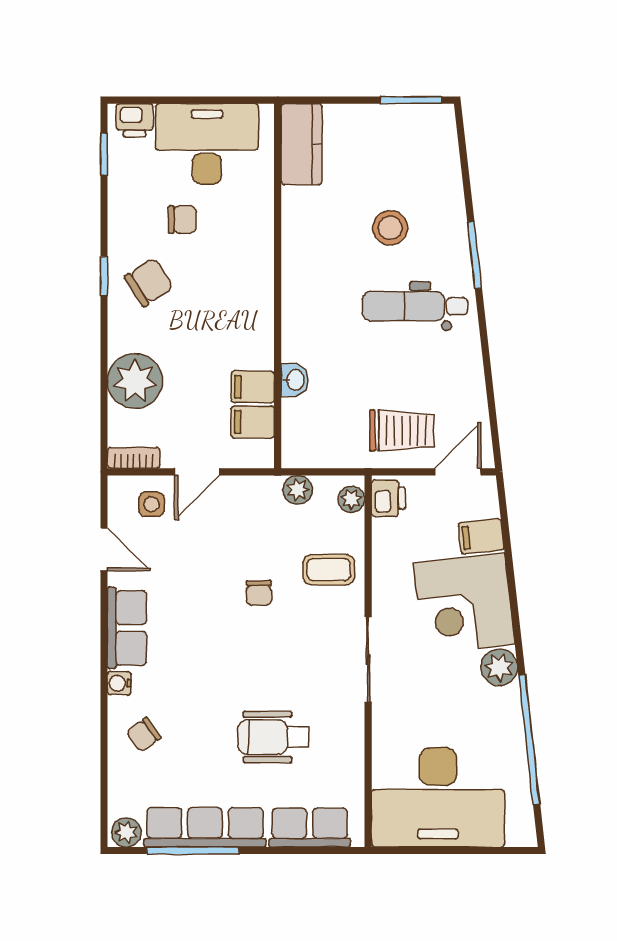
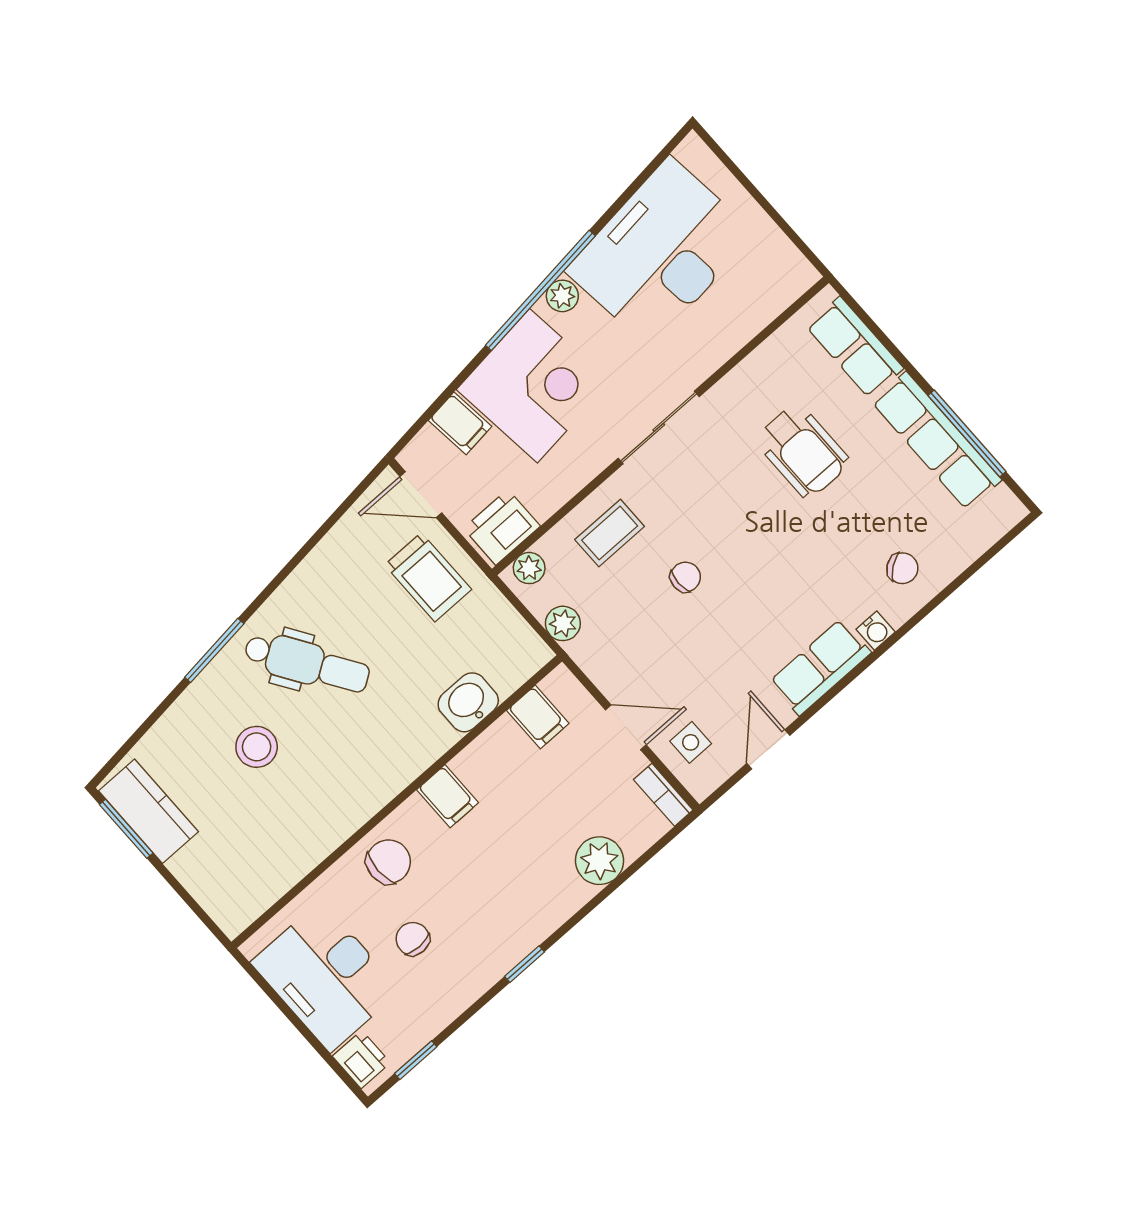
kitchen counter: (302, 144) -> (148, 811), moved, turned 90
chair: (149, 282) -> (388, 862), moved, turned 123
dental chair: (415, 306) -> (307, 663), turned -33
washbasin: (295, 380) -> (468, 702), width x1.38, depth x1.45
plant: (135, 381) -> (600, 861), width x0.73, depth x0.73
filing cabinet: (253, 387) -> (448, 796), moved
trolley: (402, 431) -> (428, 577), turned 180
printer: (388, 498) -> (502, 527), width x1.36, depth x1.24
coffee table: (329, 570) -> (610, 533), turned 90
plant: (499, 667) -> (562, 296), width x0.73, depth x0.73
window: (529, 740) -> (540, 290), moved
desk: (438, 797) -> (660, 252), moved, turned -96
plant: (126, 832) -> (1003, 507), removed

